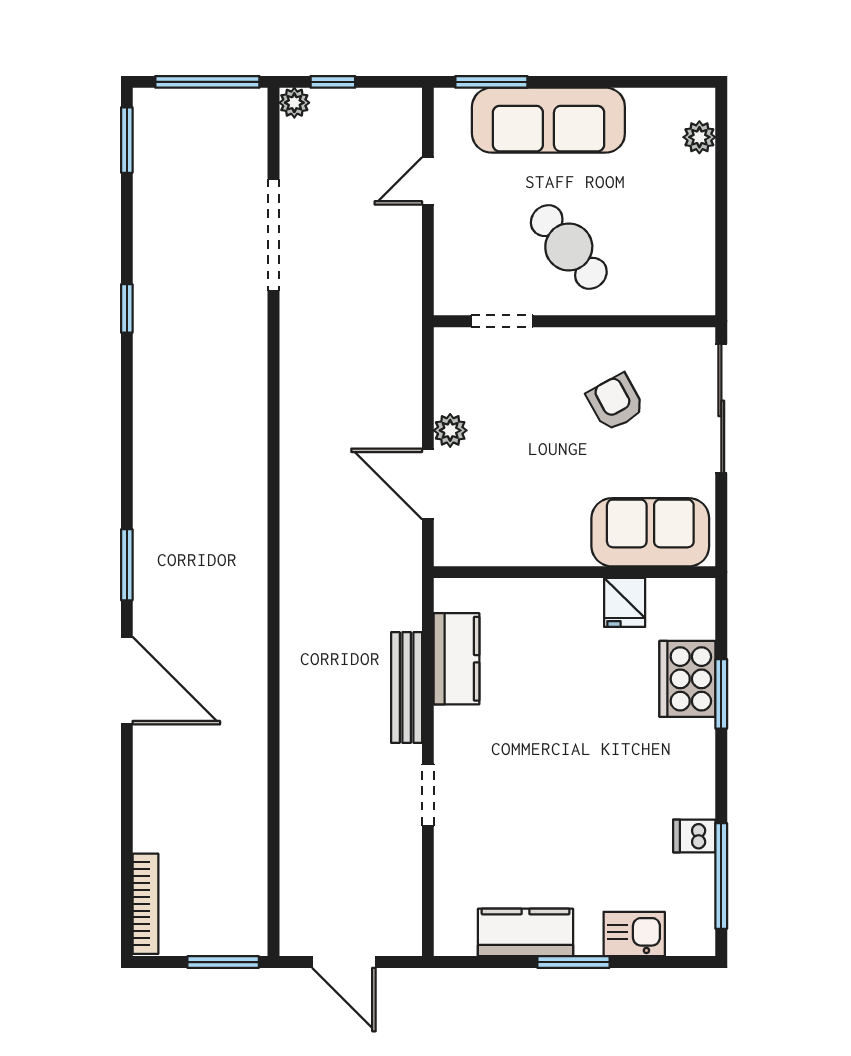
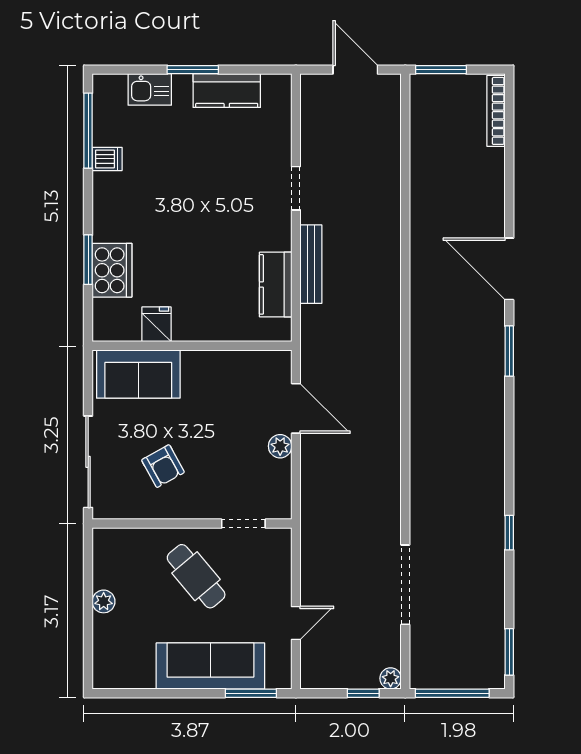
plant: (699, 137) -> (104, 601), moved

